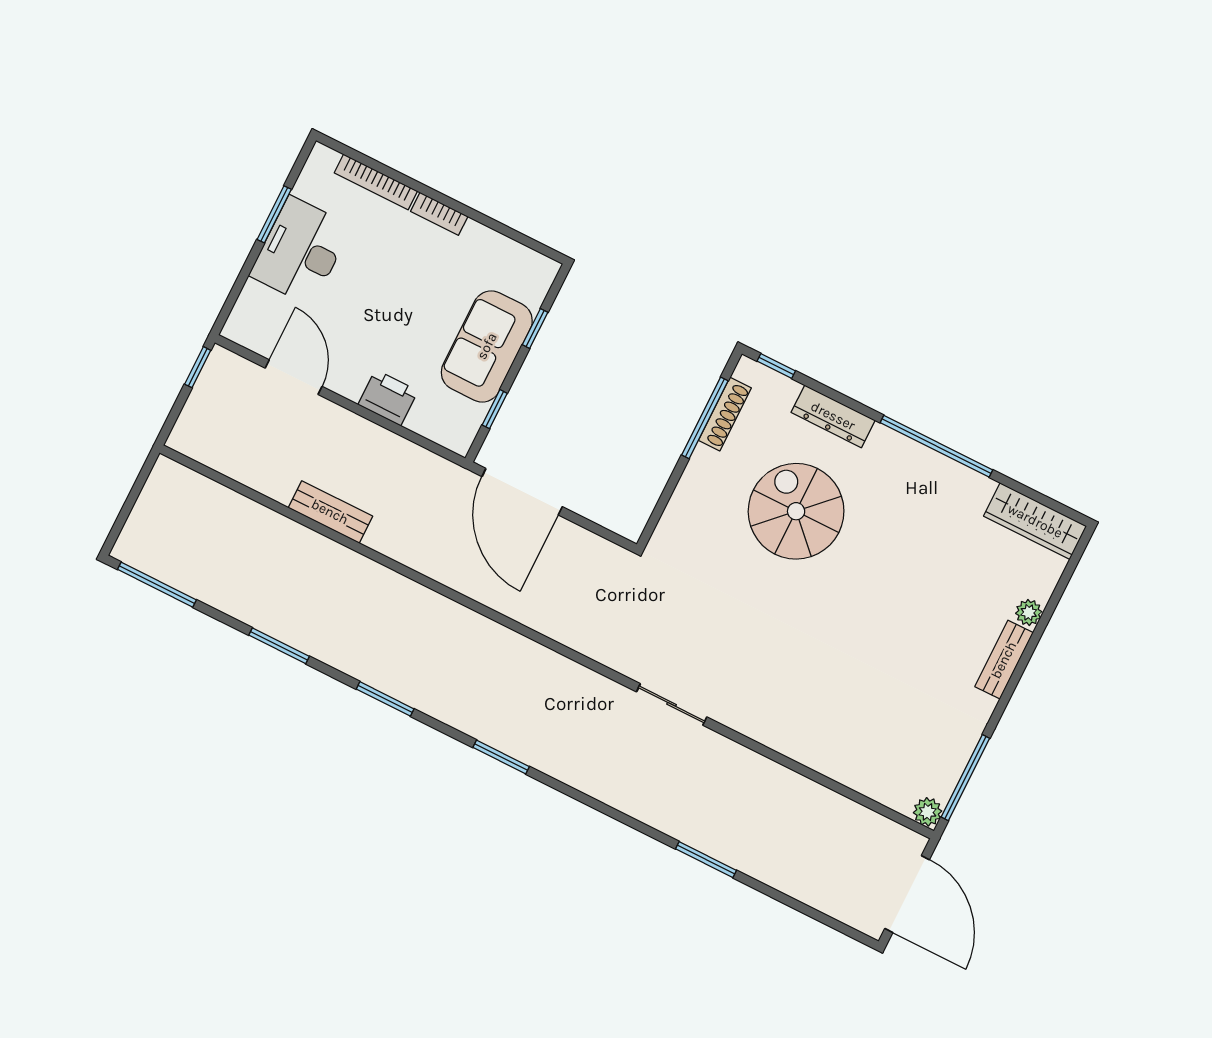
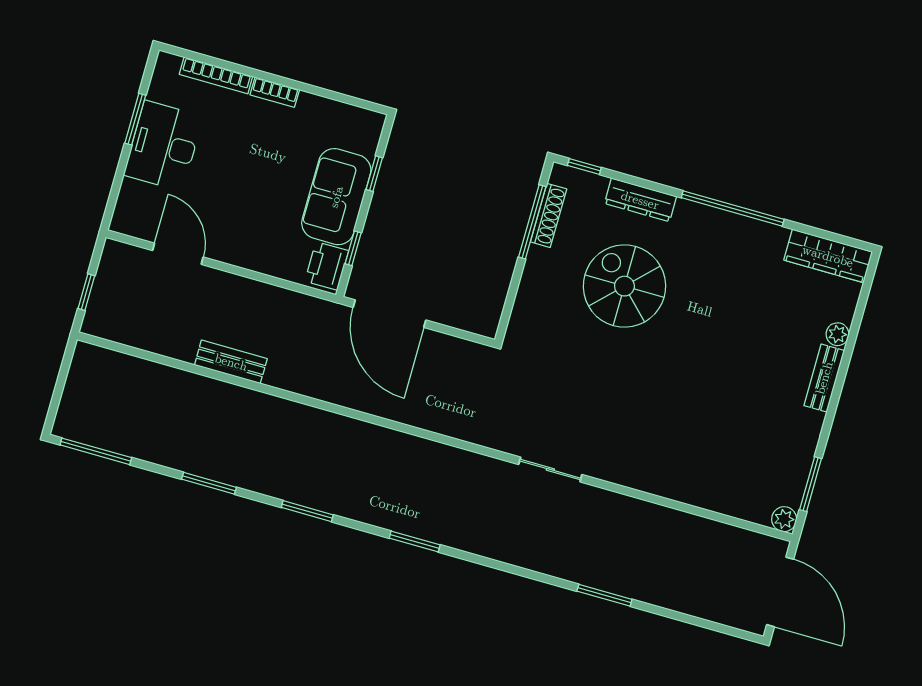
window: (198, 367) -> (86, 292), moved
printer: (388, 398) -> (327, 266), moved, turned -90
window: (965, 778) -> (811, 484), width x0.69

